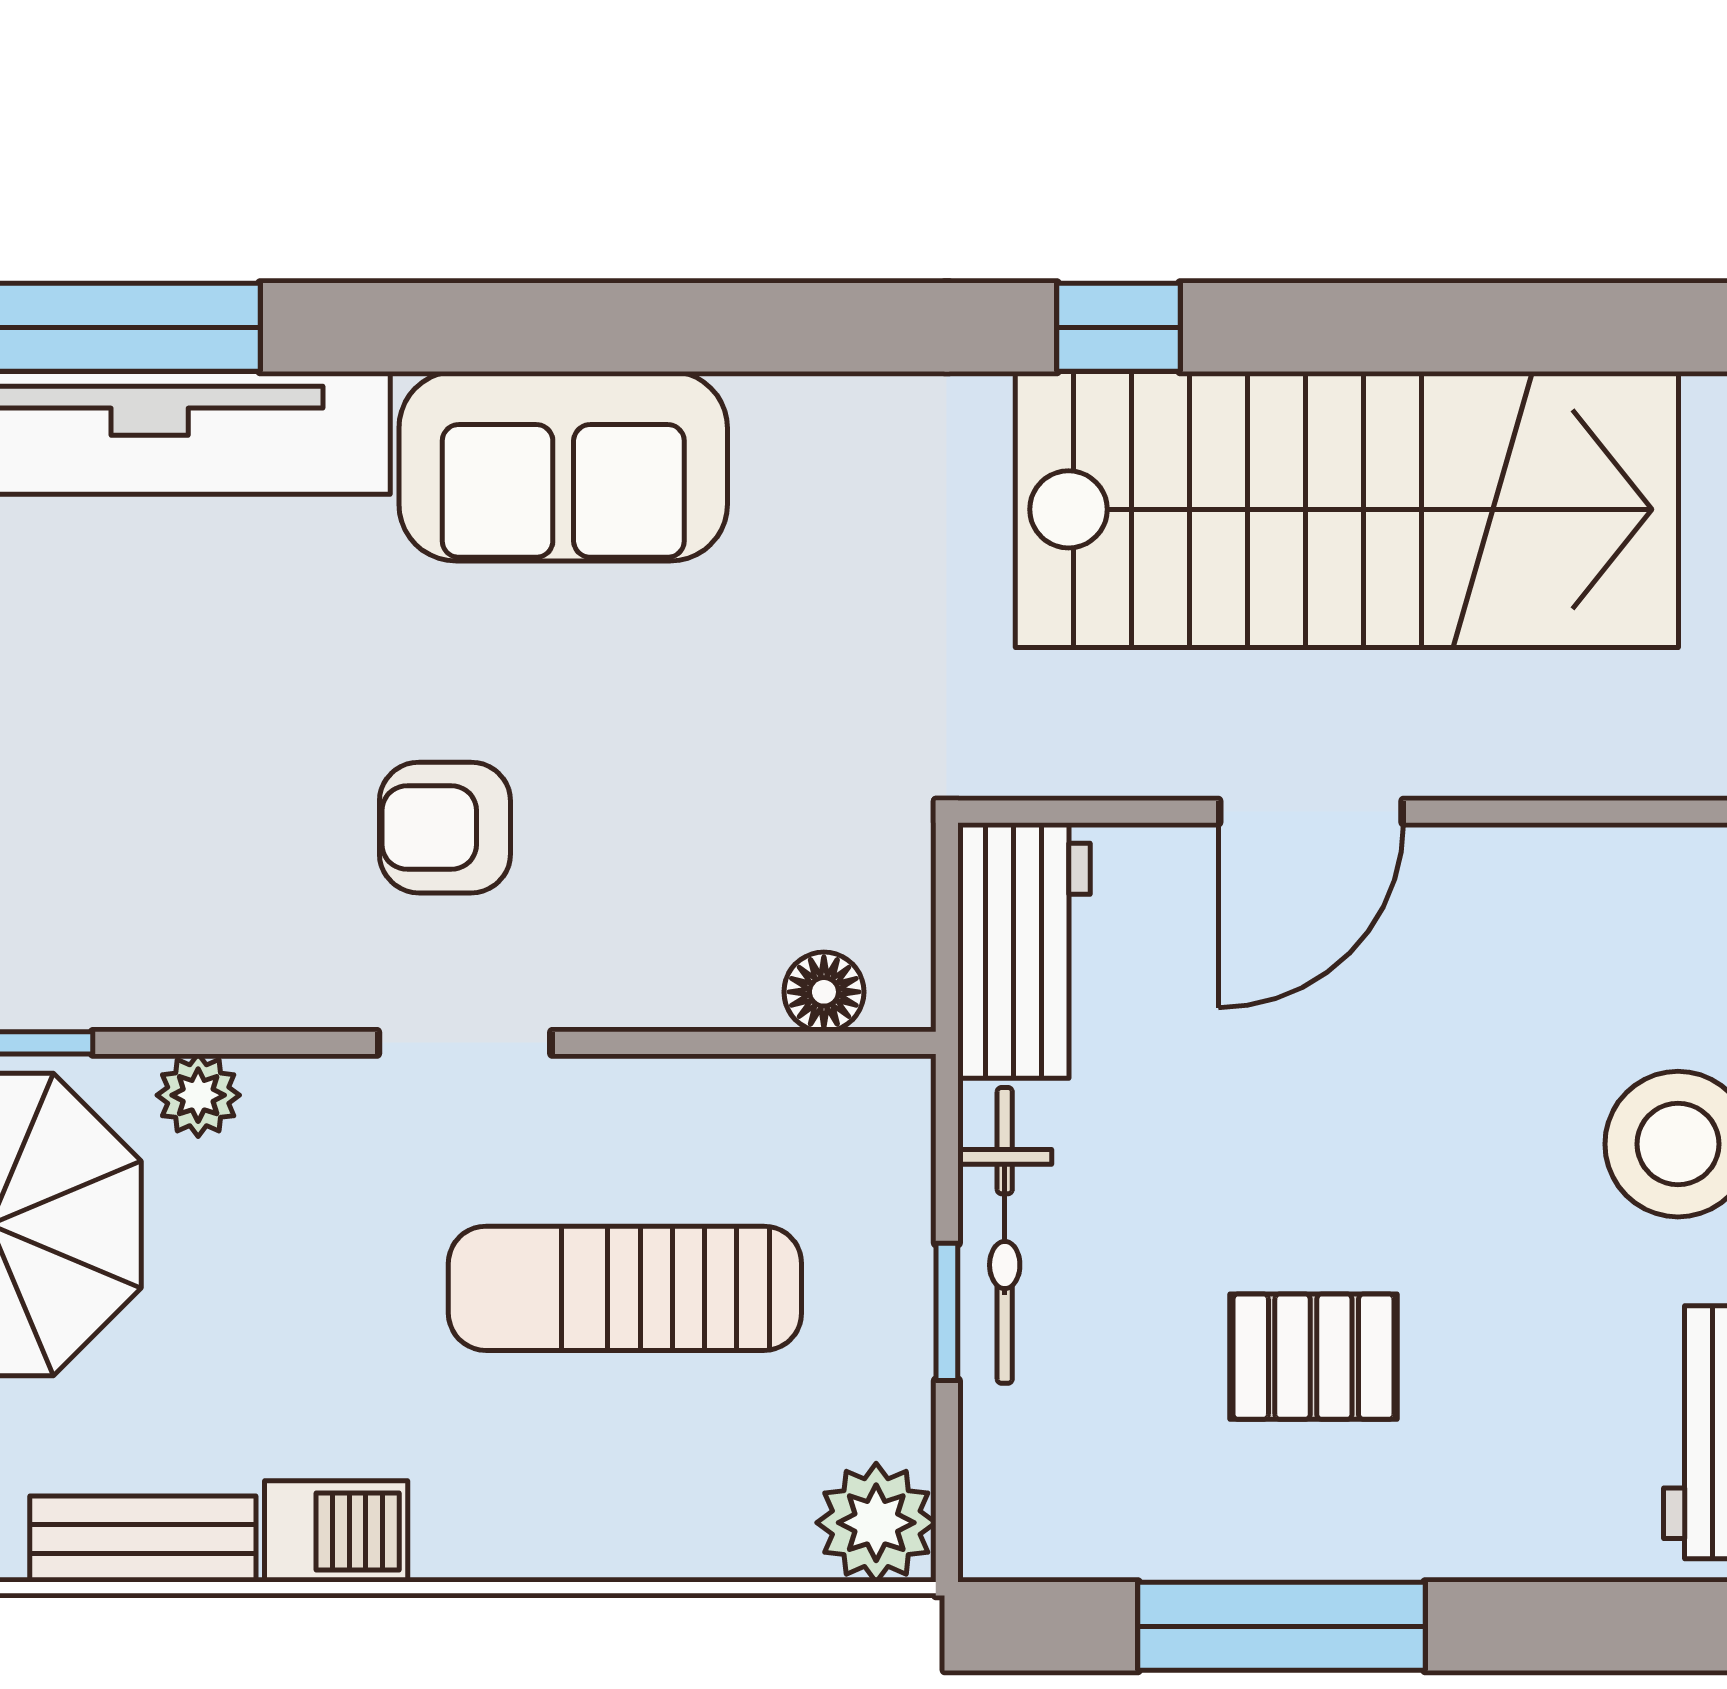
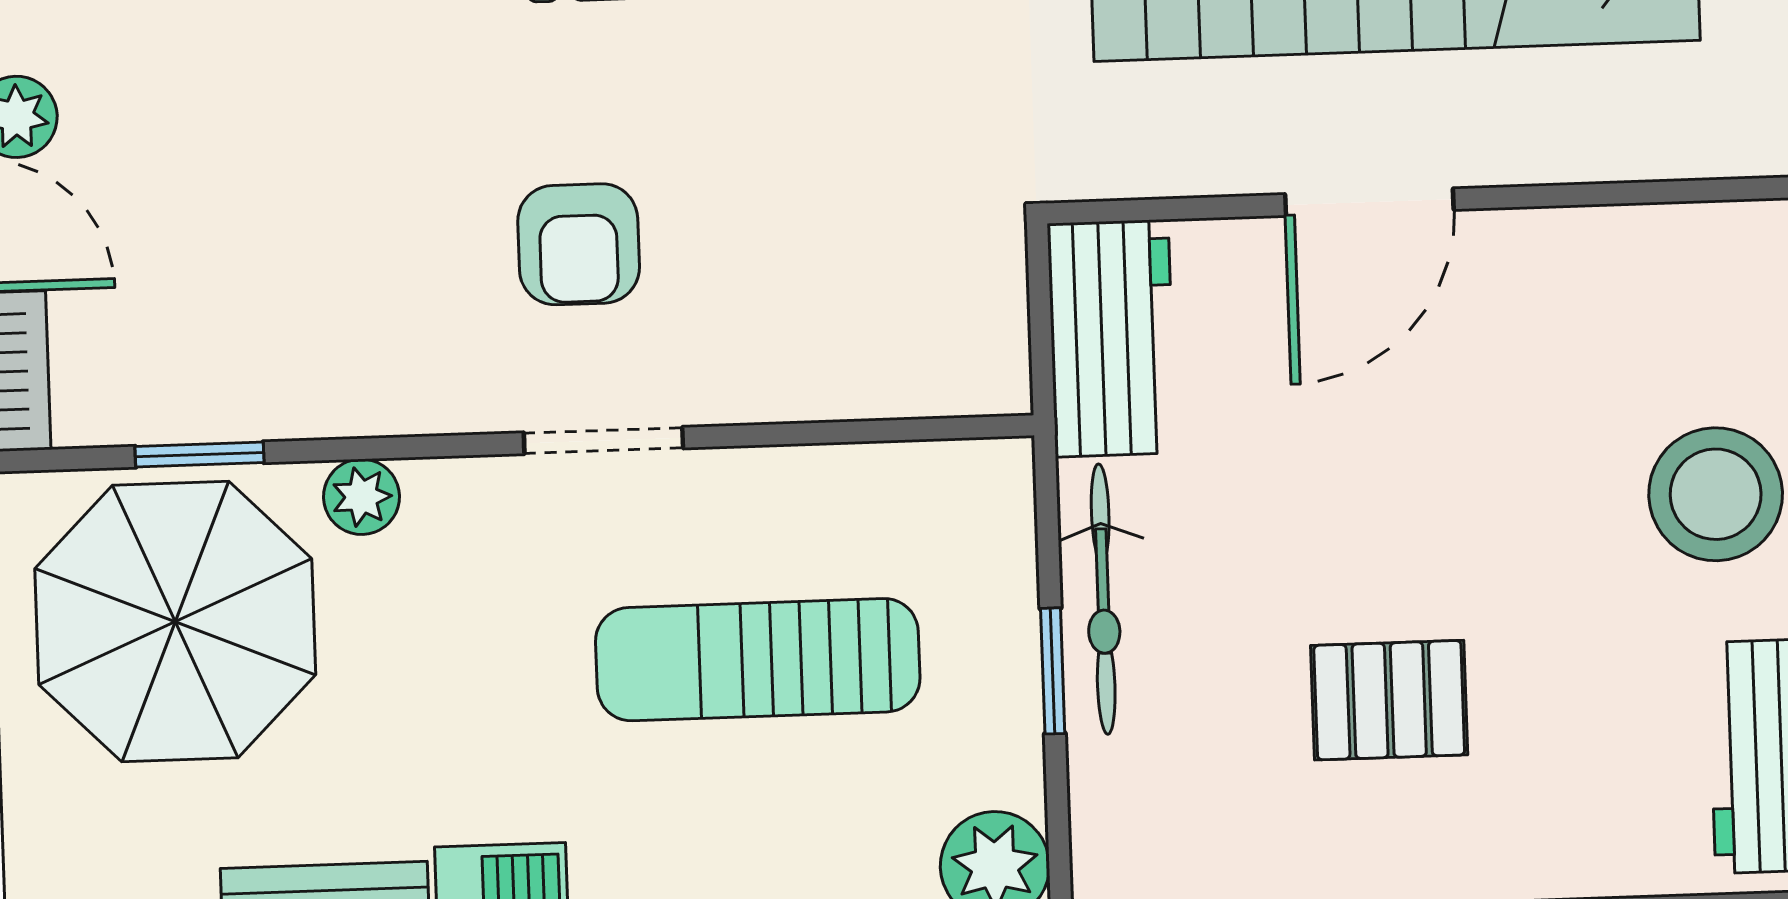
armchair: (445, 828) -> (579, 244), turned -90
floor lamp: (824, 992) -> (930, 382), removed

